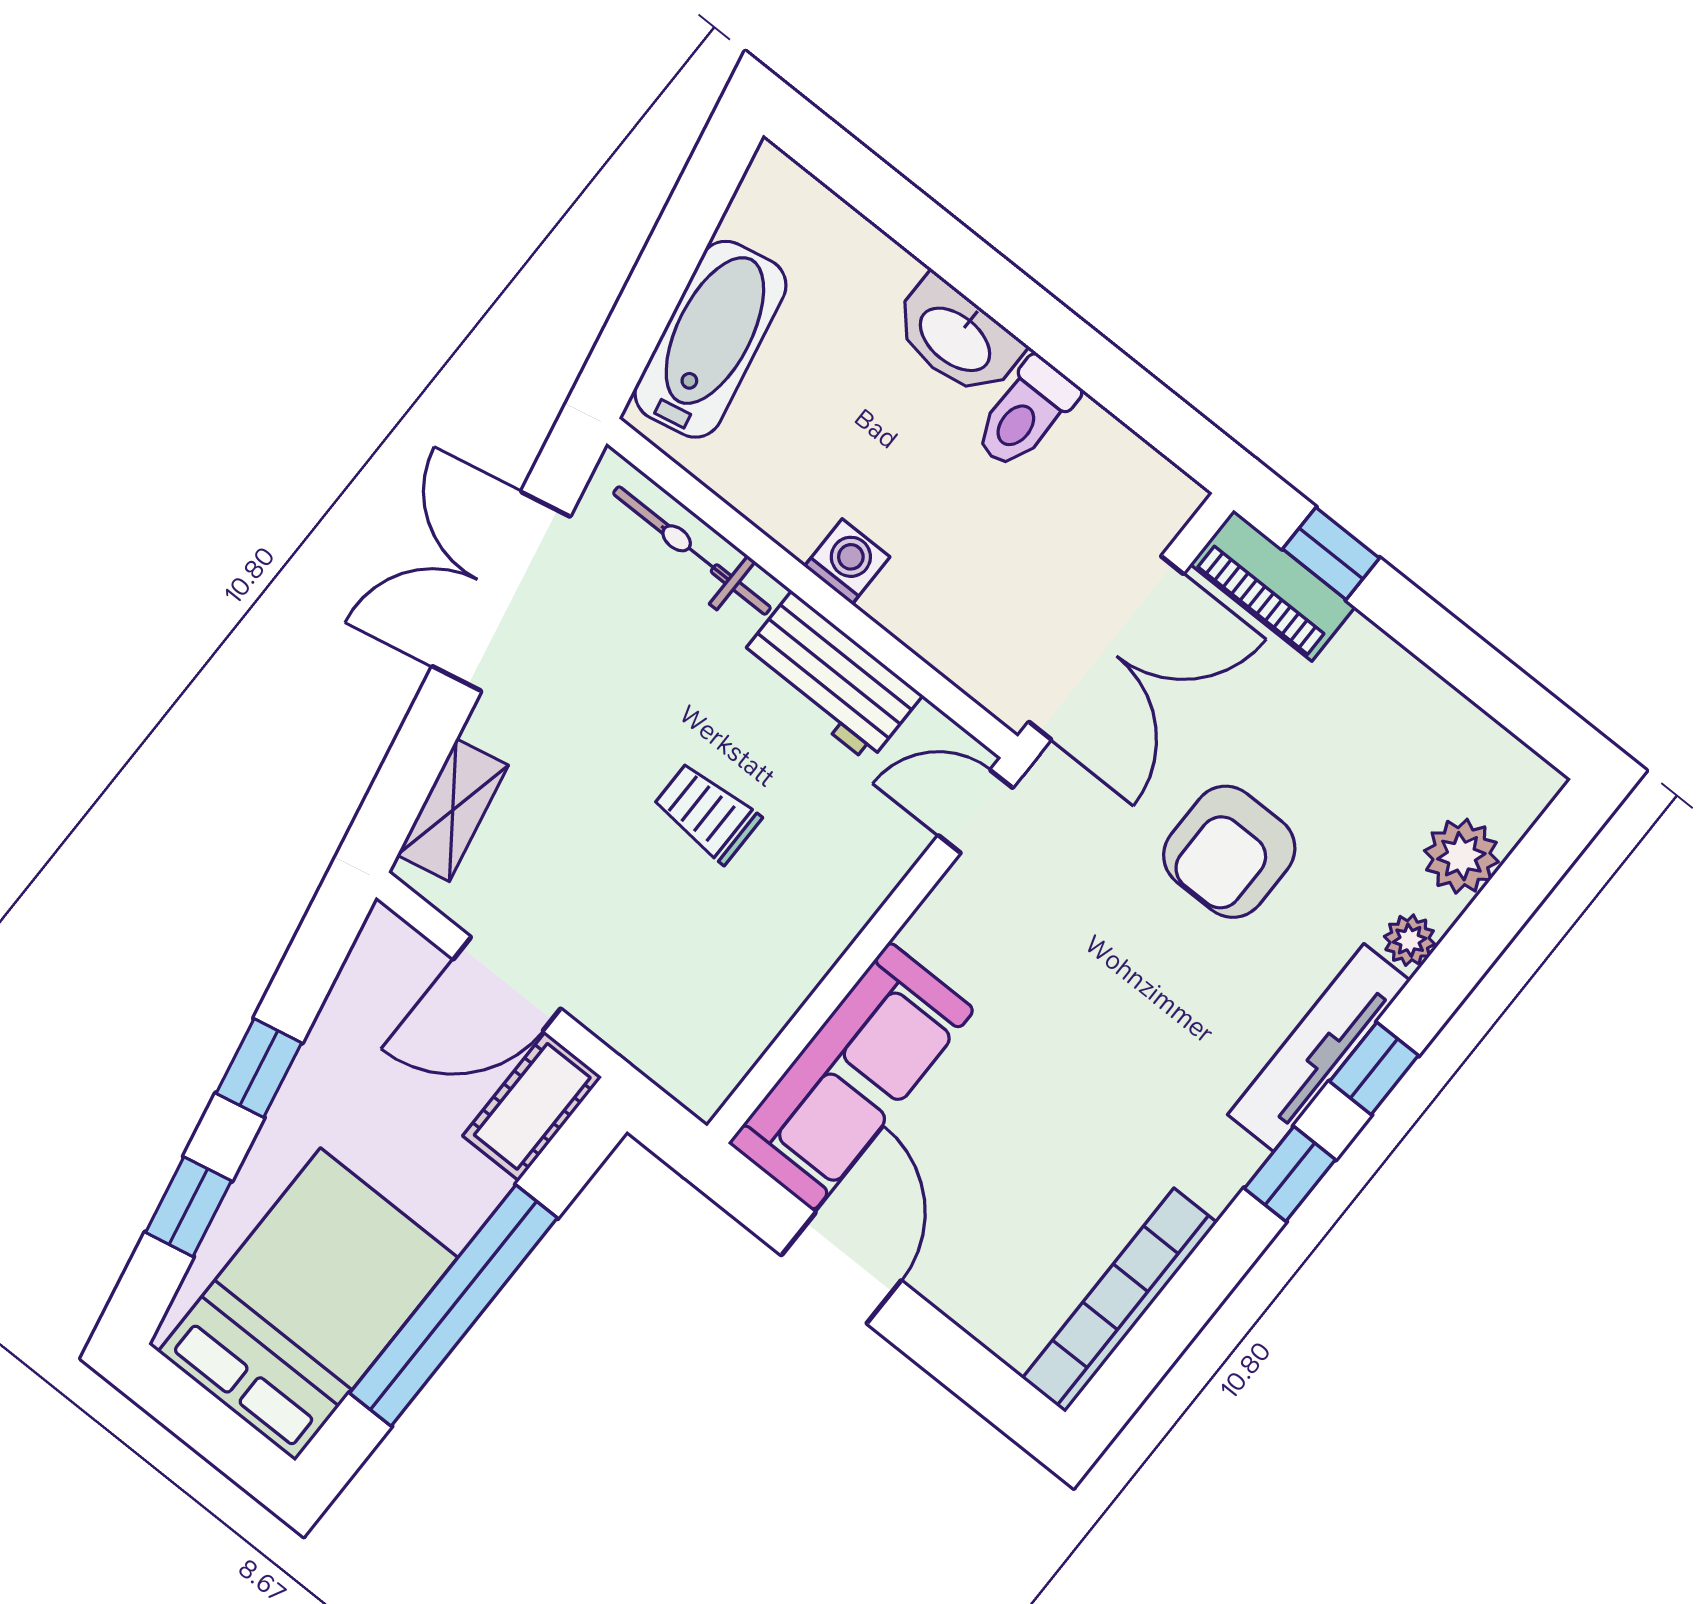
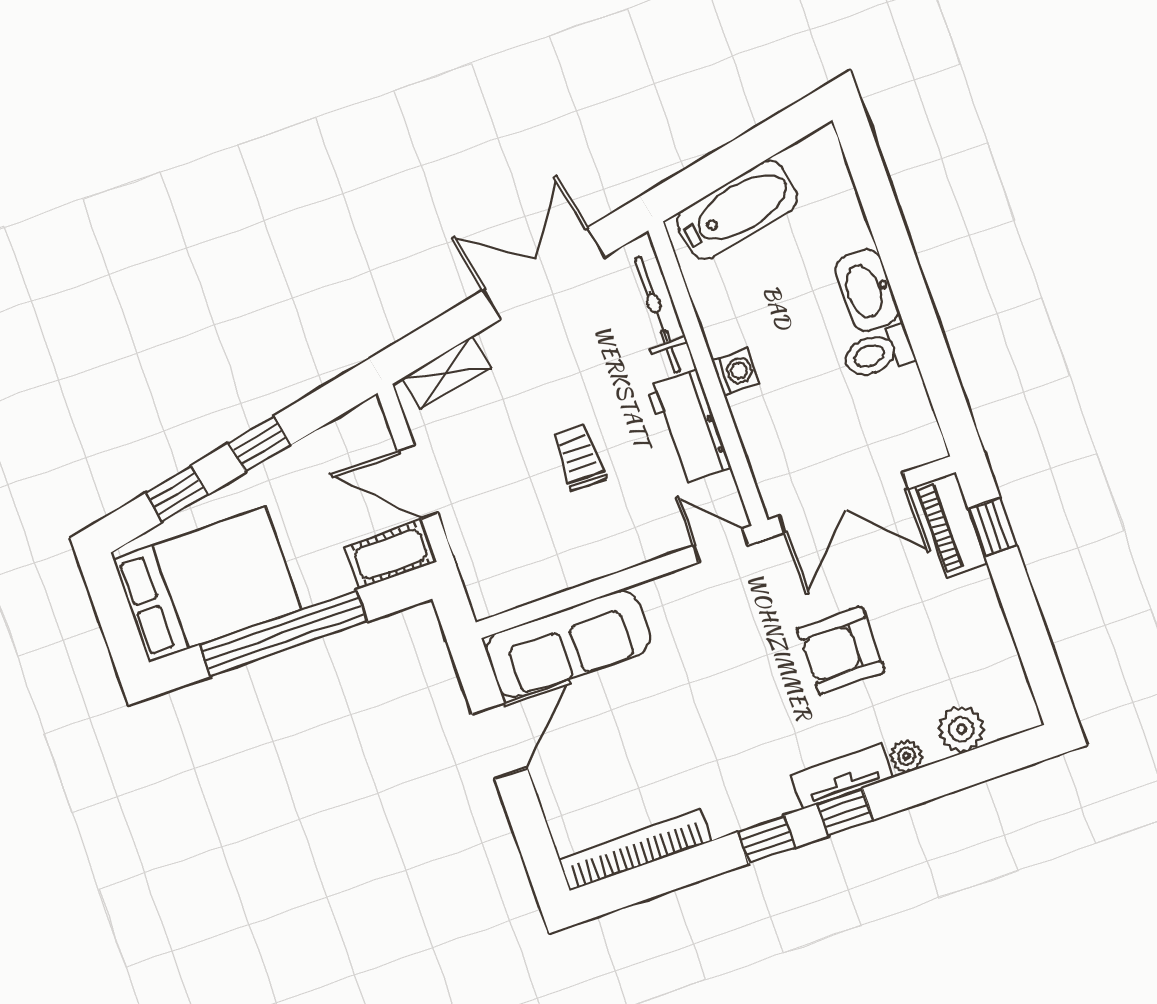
tv unit: (1319, 1048) -> (842, 776), width x0.71

